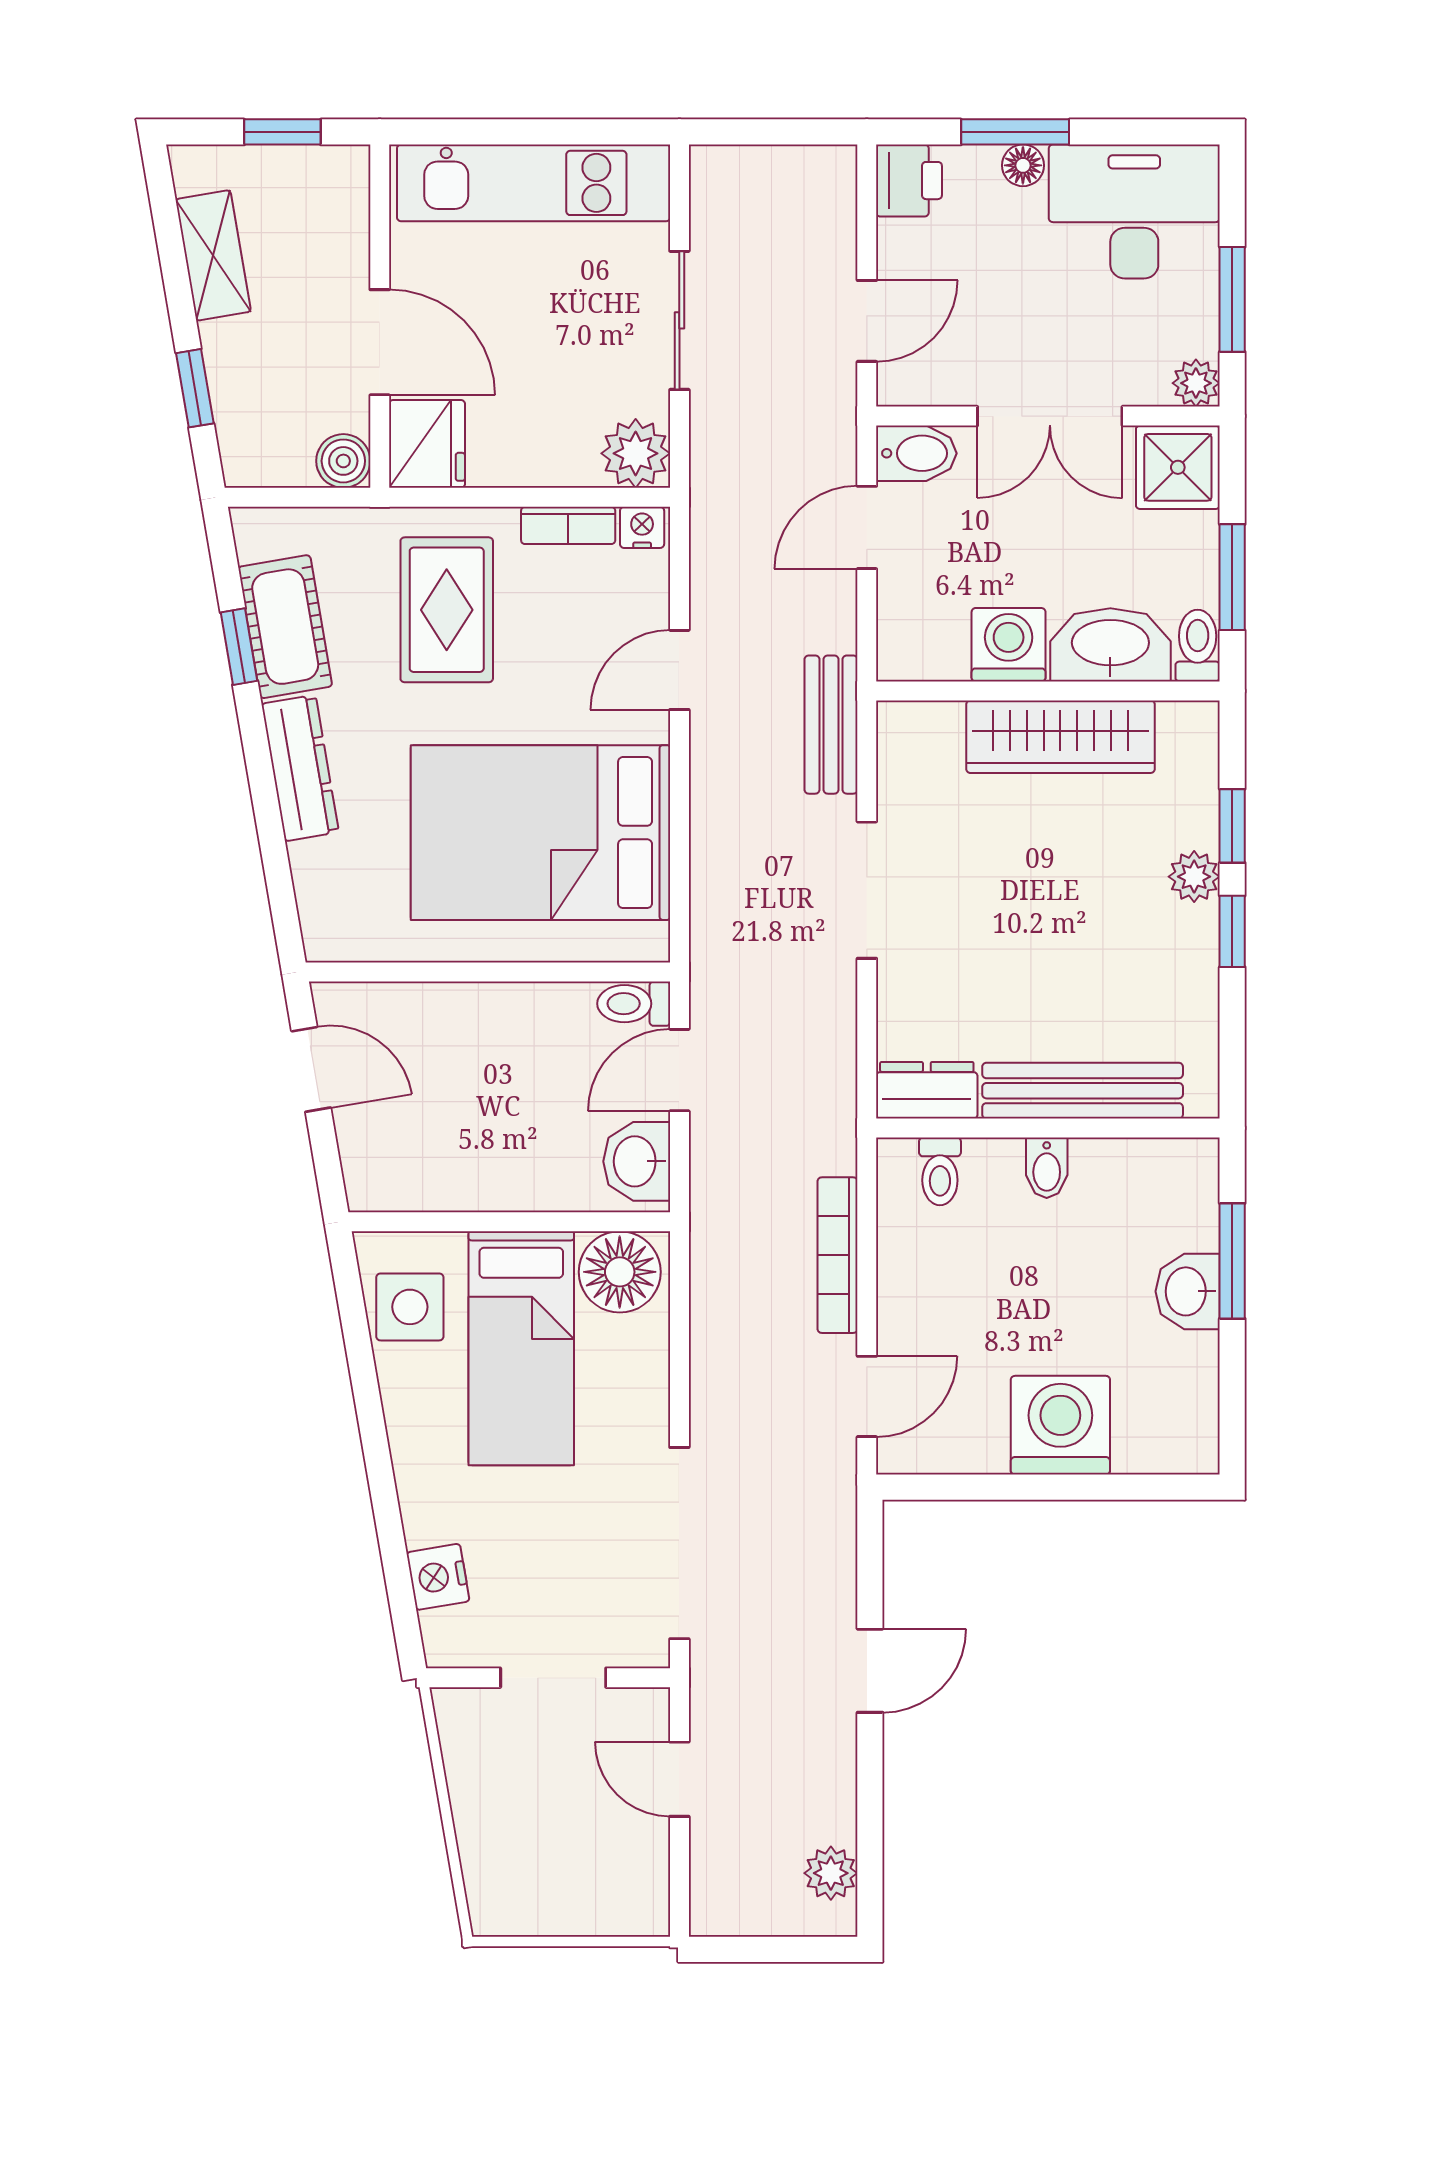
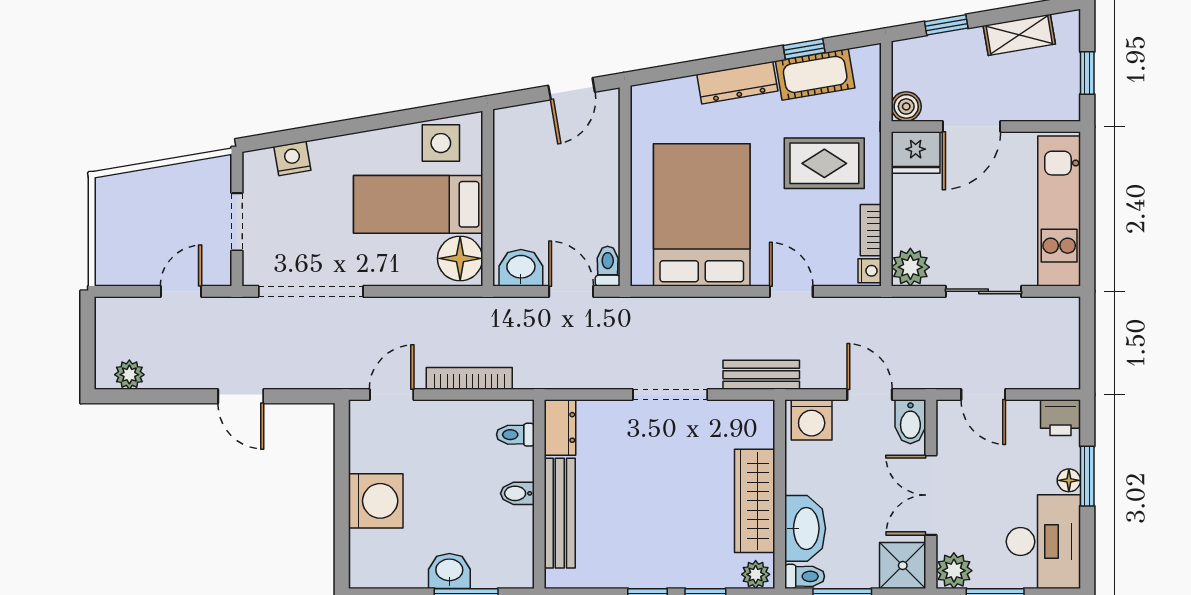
plant: (1196, 383) -> (954, 571), width x1.38, depth x1.38
washing machine: (1009, 645) -> (812, 420), moved, turned 90
plant: (1194, 877) -> (756, 574), moved
door: (867, 1396) -> (392, 394), swing flipped

